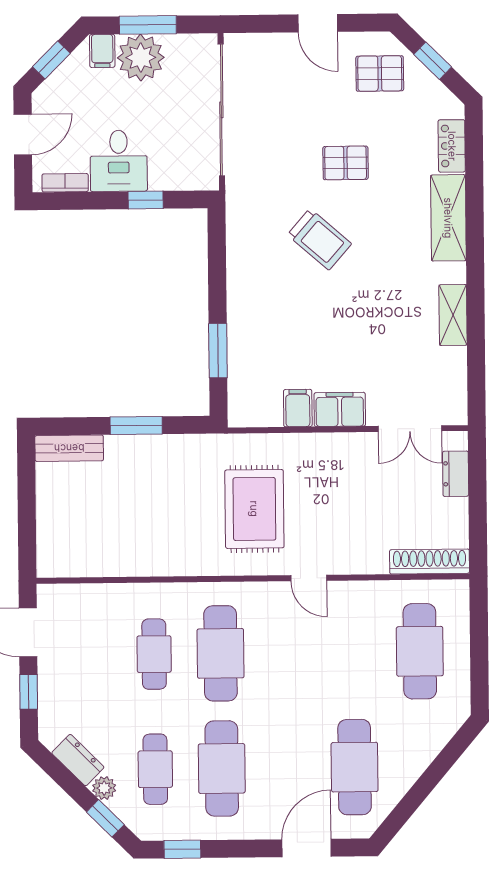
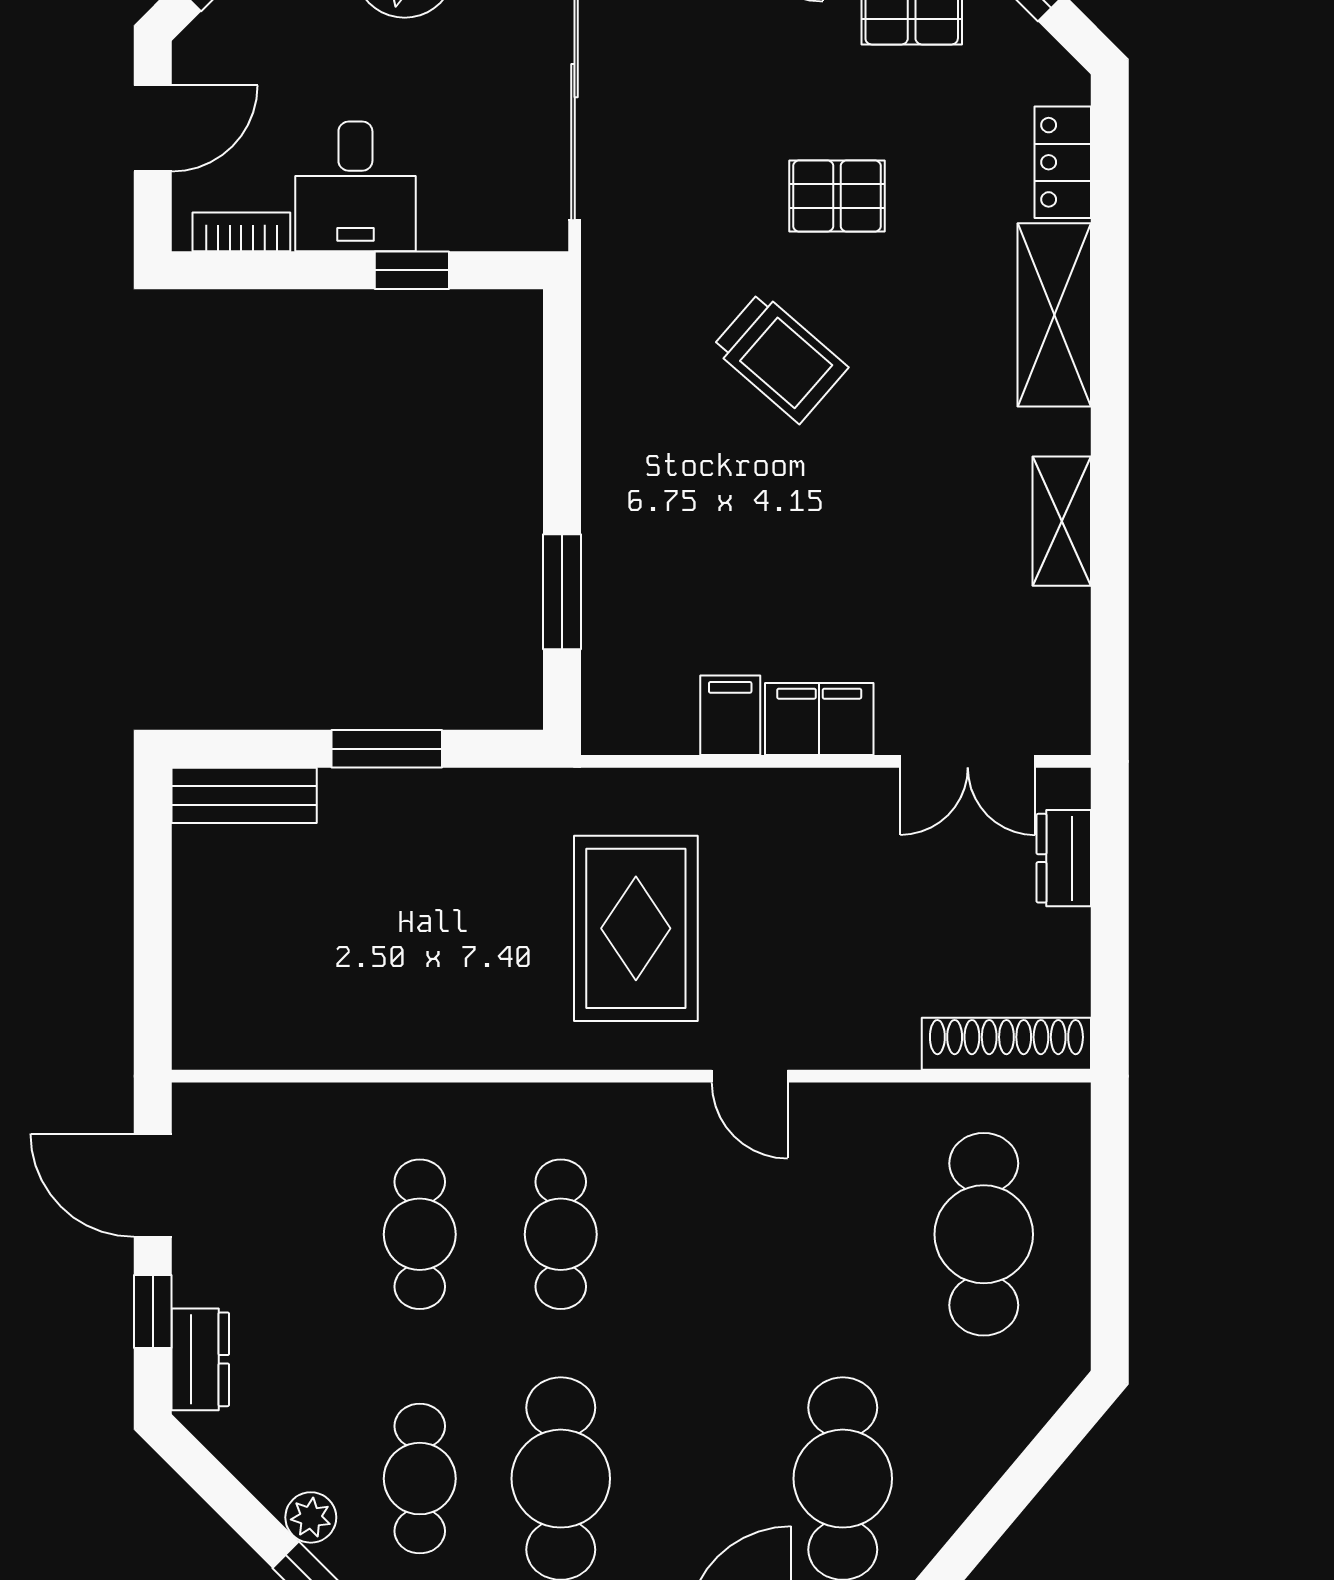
cafe table: (221, 653) -> (561, 1234), width x0.73, depth x0.74
dresser: (78, 760) -> (200, 1359), moved, turned 45

